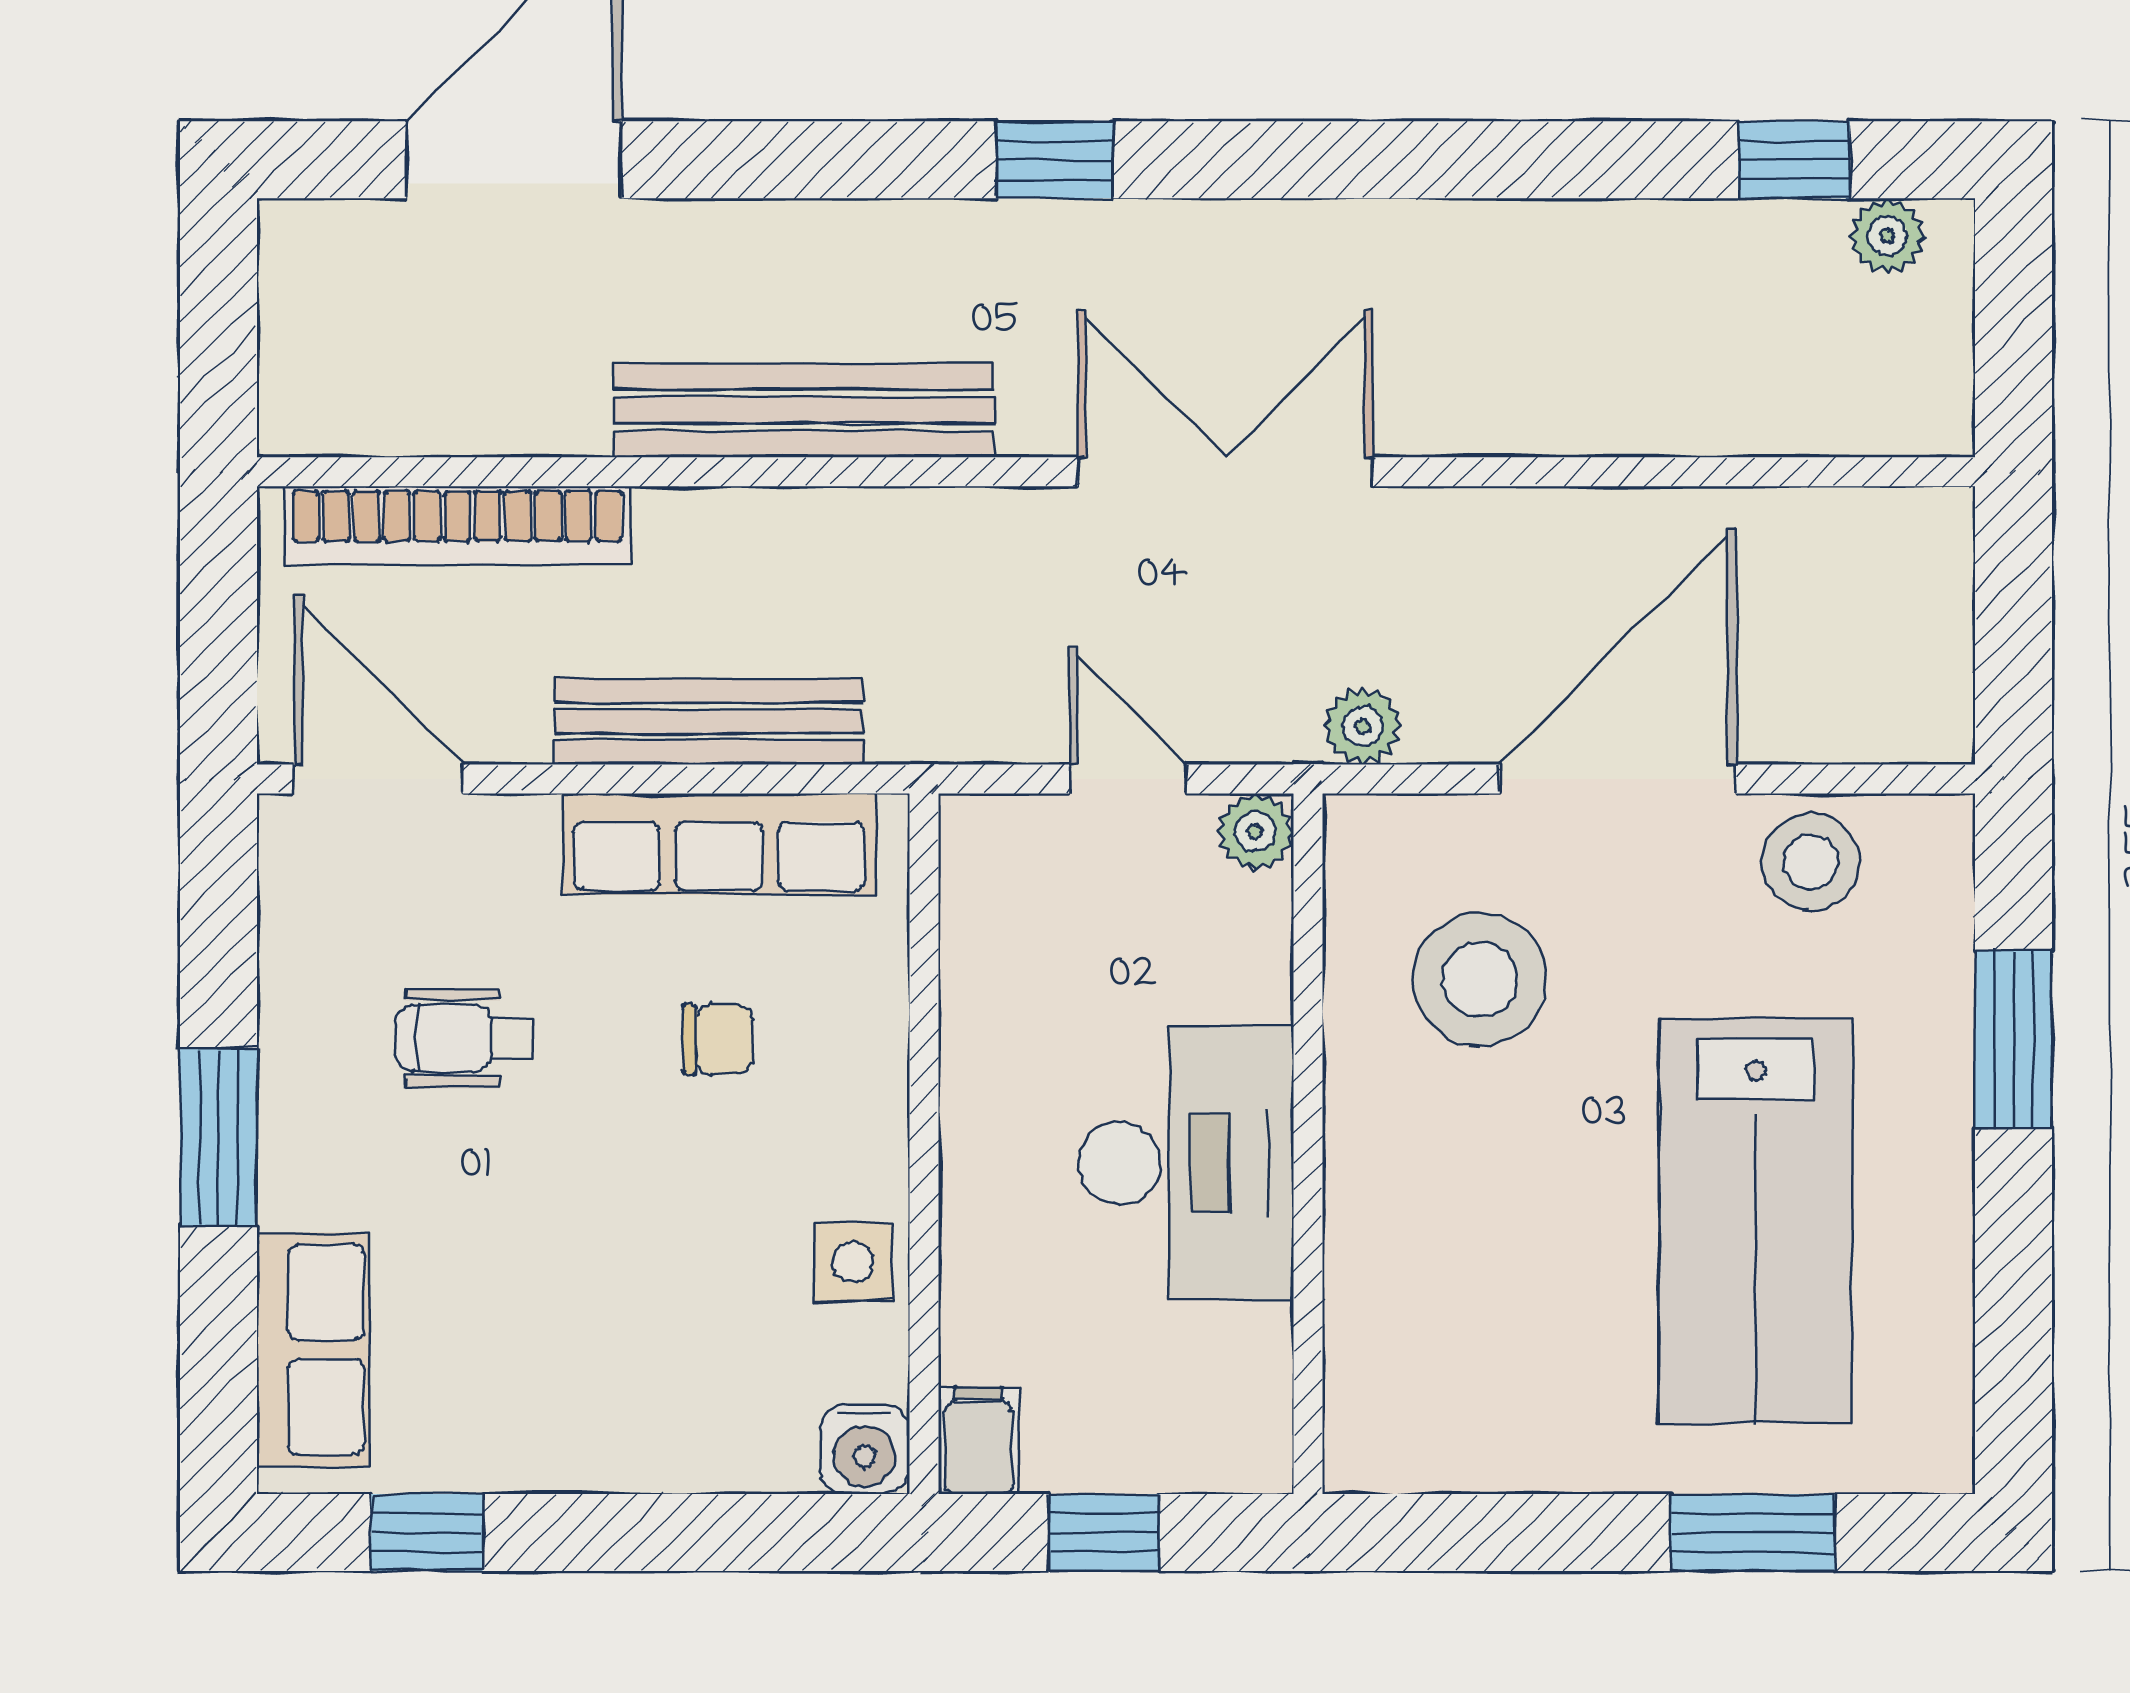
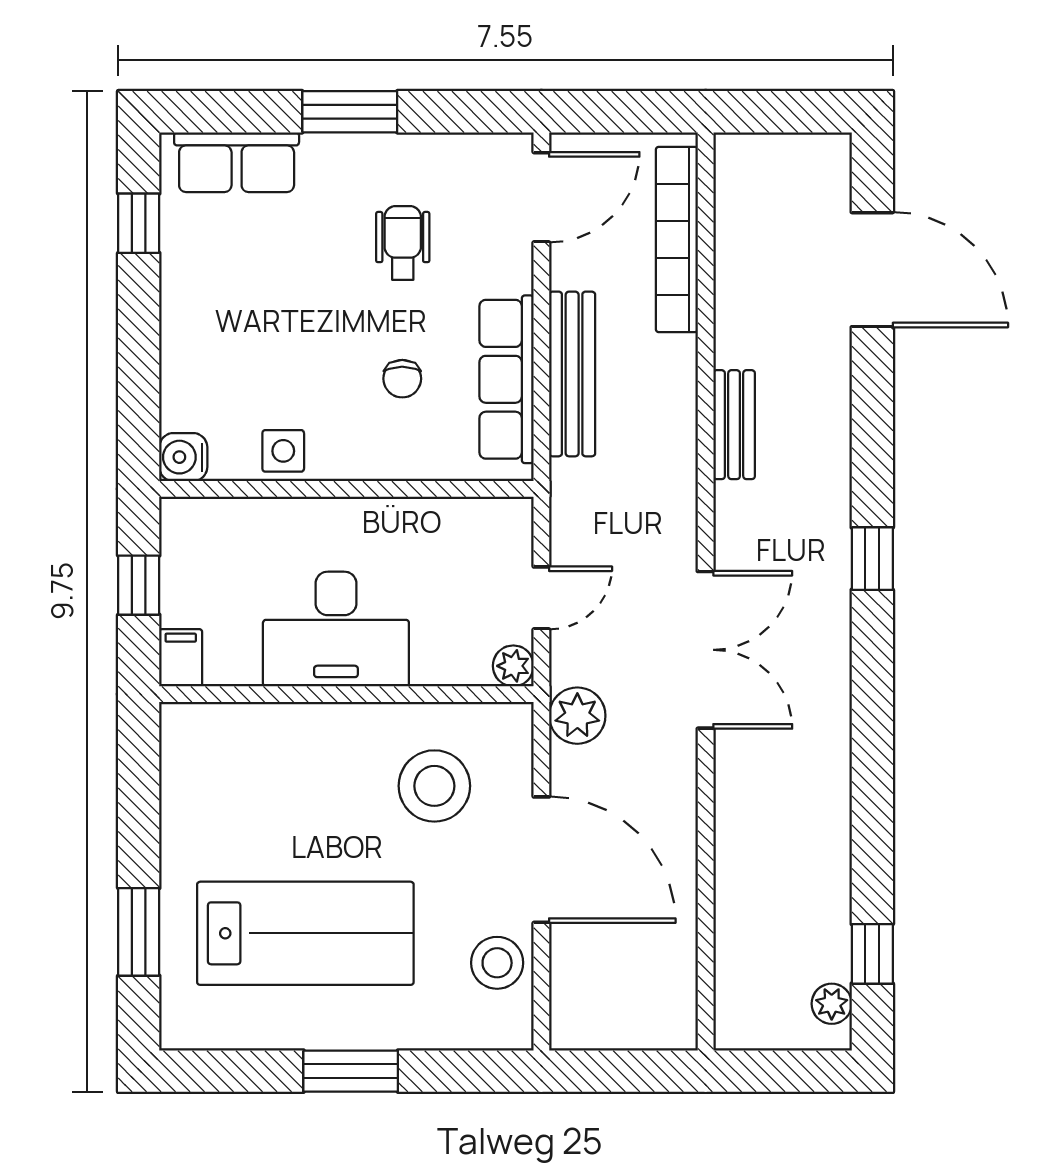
bench: (804, 410) -> (734, 425), width x0.54, depth x0.82
plant: (1363, 726) -> (577, 716), width x1.38, depth x1.38
window: (2014, 1039) -> (351, 1071), moved
lab bench: (1756, 1221) -> (305, 933), turned 180
filing cabinet: (979, 1440) -> (181, 658), moved, turned -90

